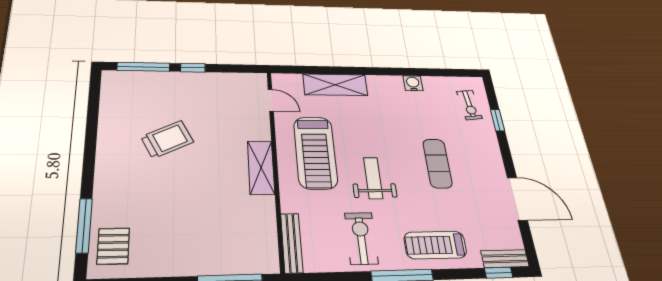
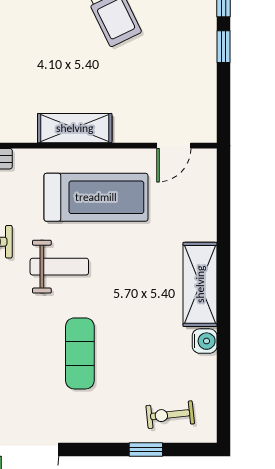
shelving: (335, 85) -> (200, 284), moved
treadmill: (315, 152) -> (96, 197), turned 180
exercise mat: (437, 163) -> (80, 353), turned 90

